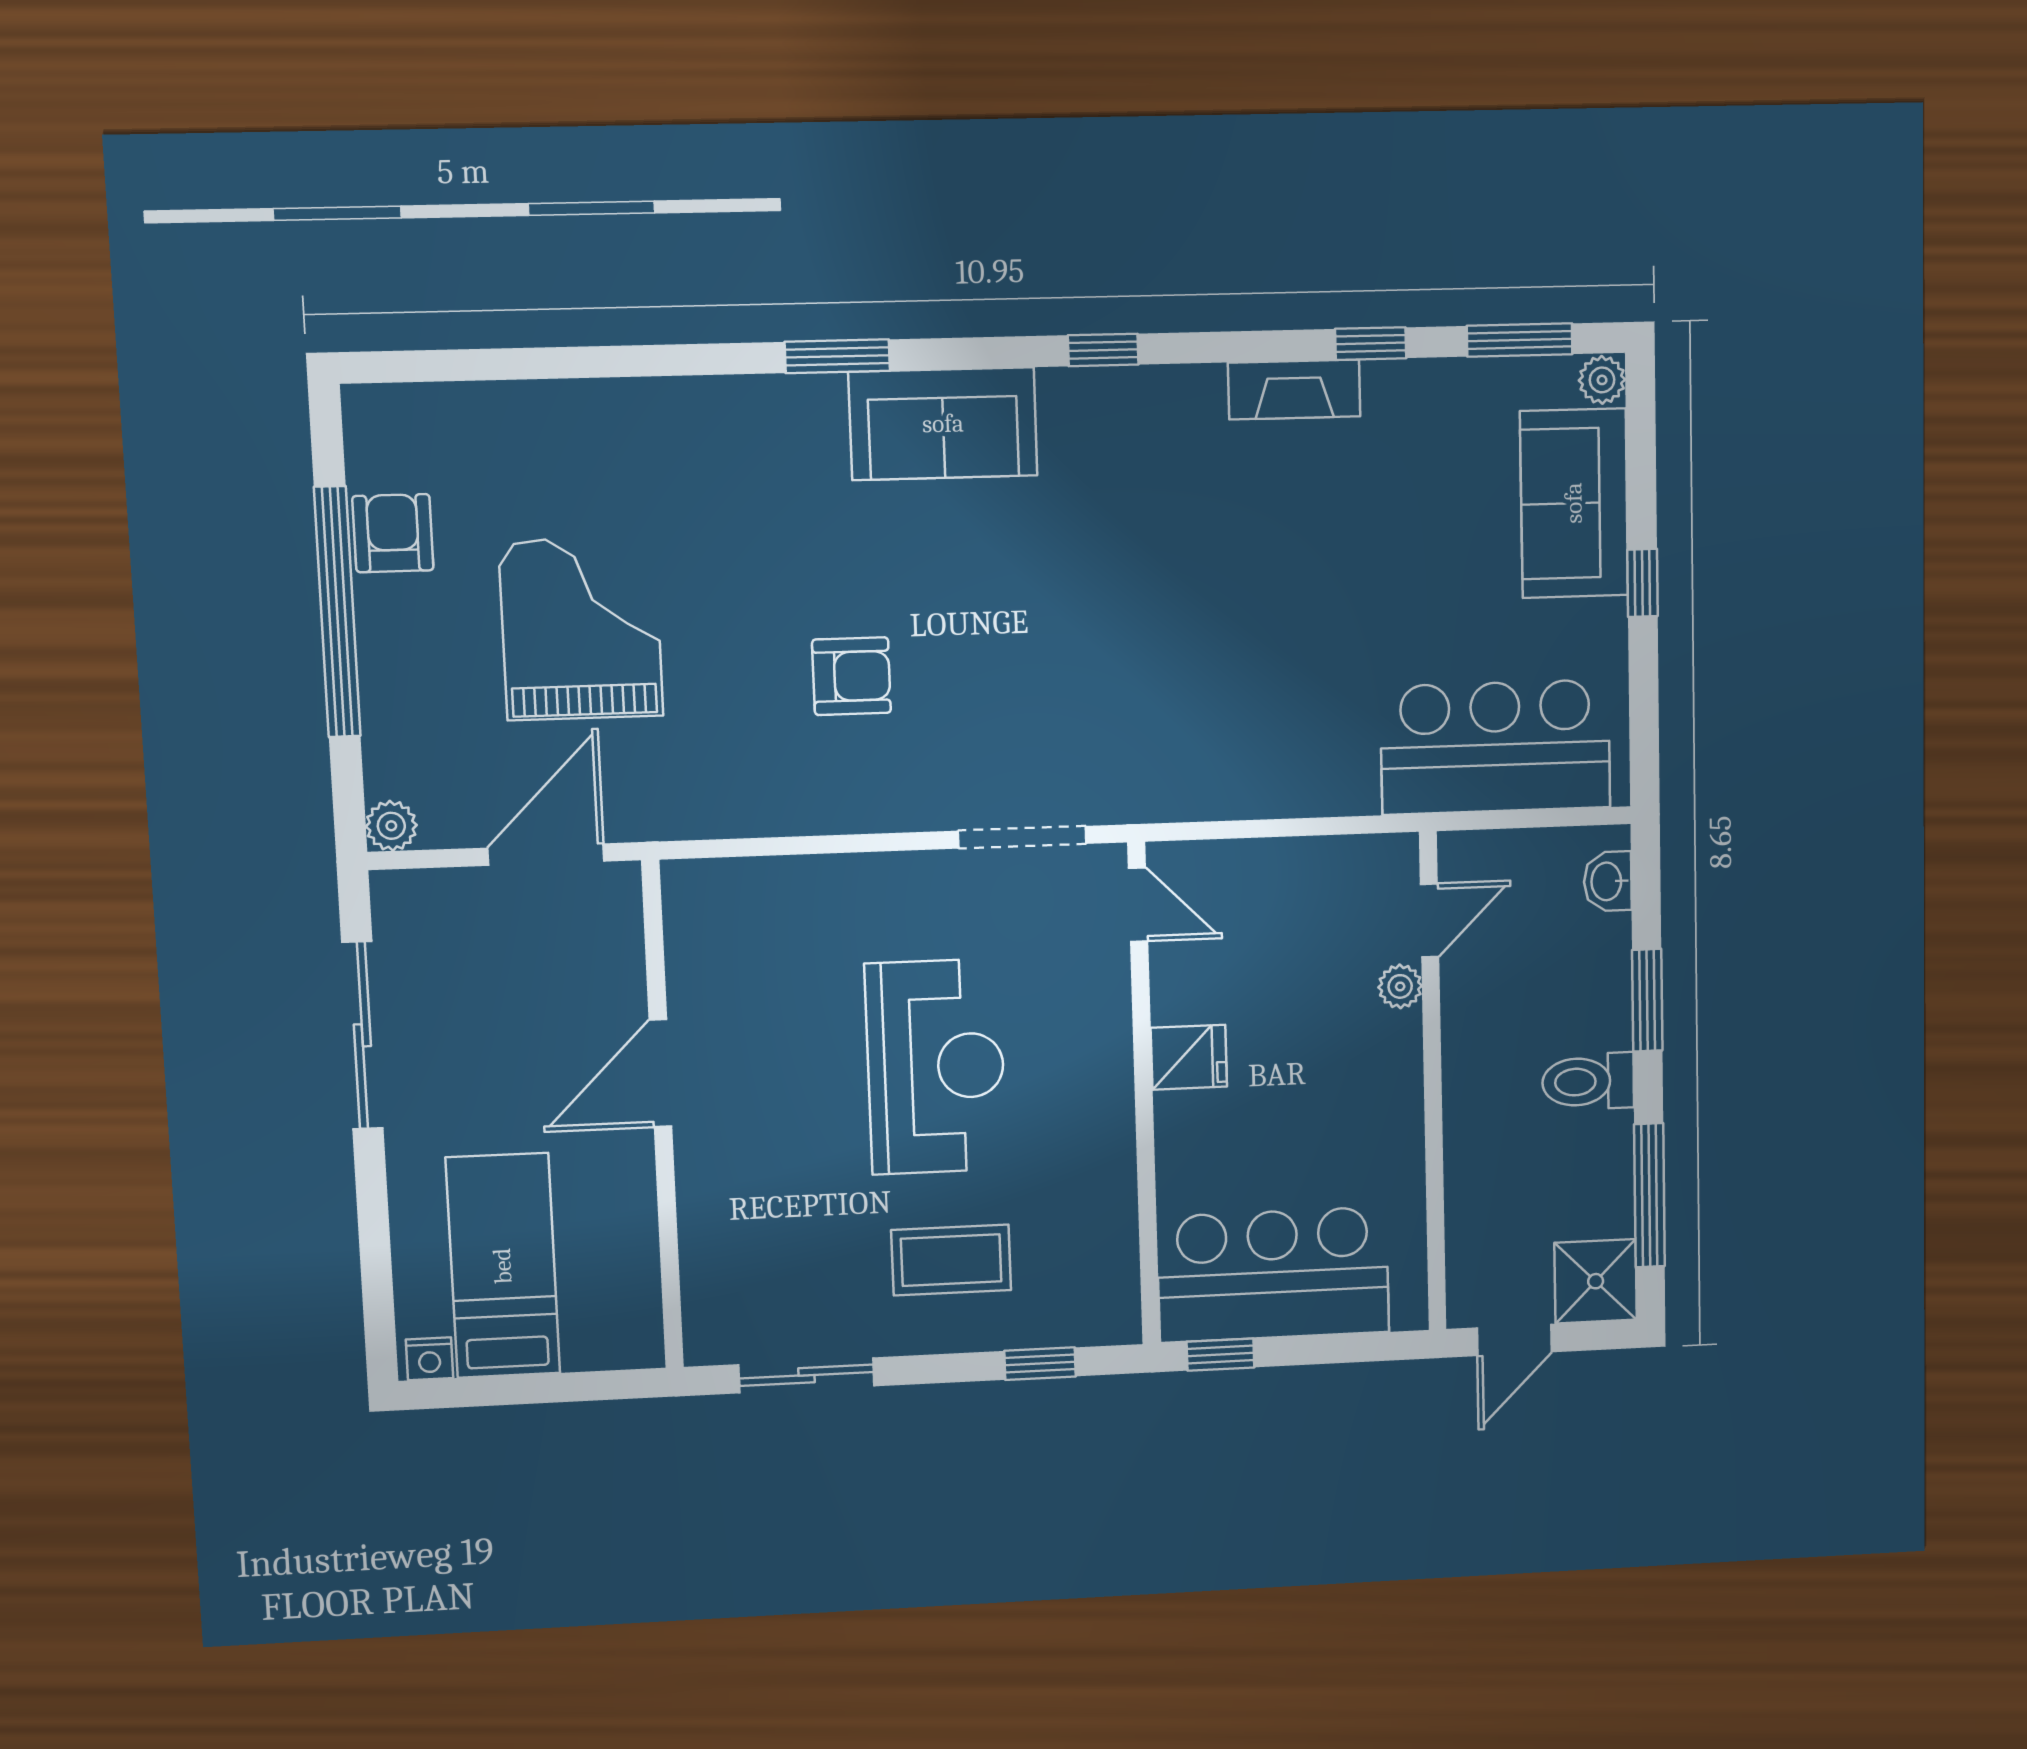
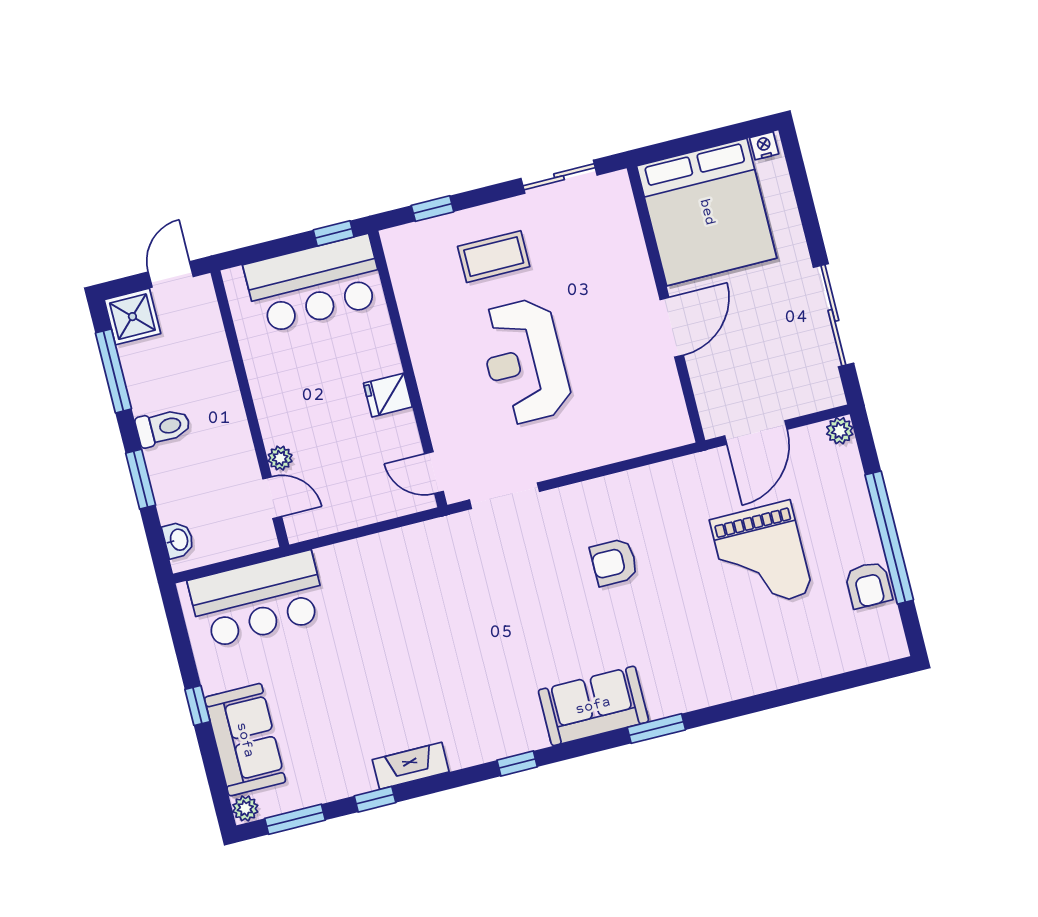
door: (1430, 920) -> (272, 498), swing flipped
bed: (503, 1266) -> (707, 212), width x2.04

